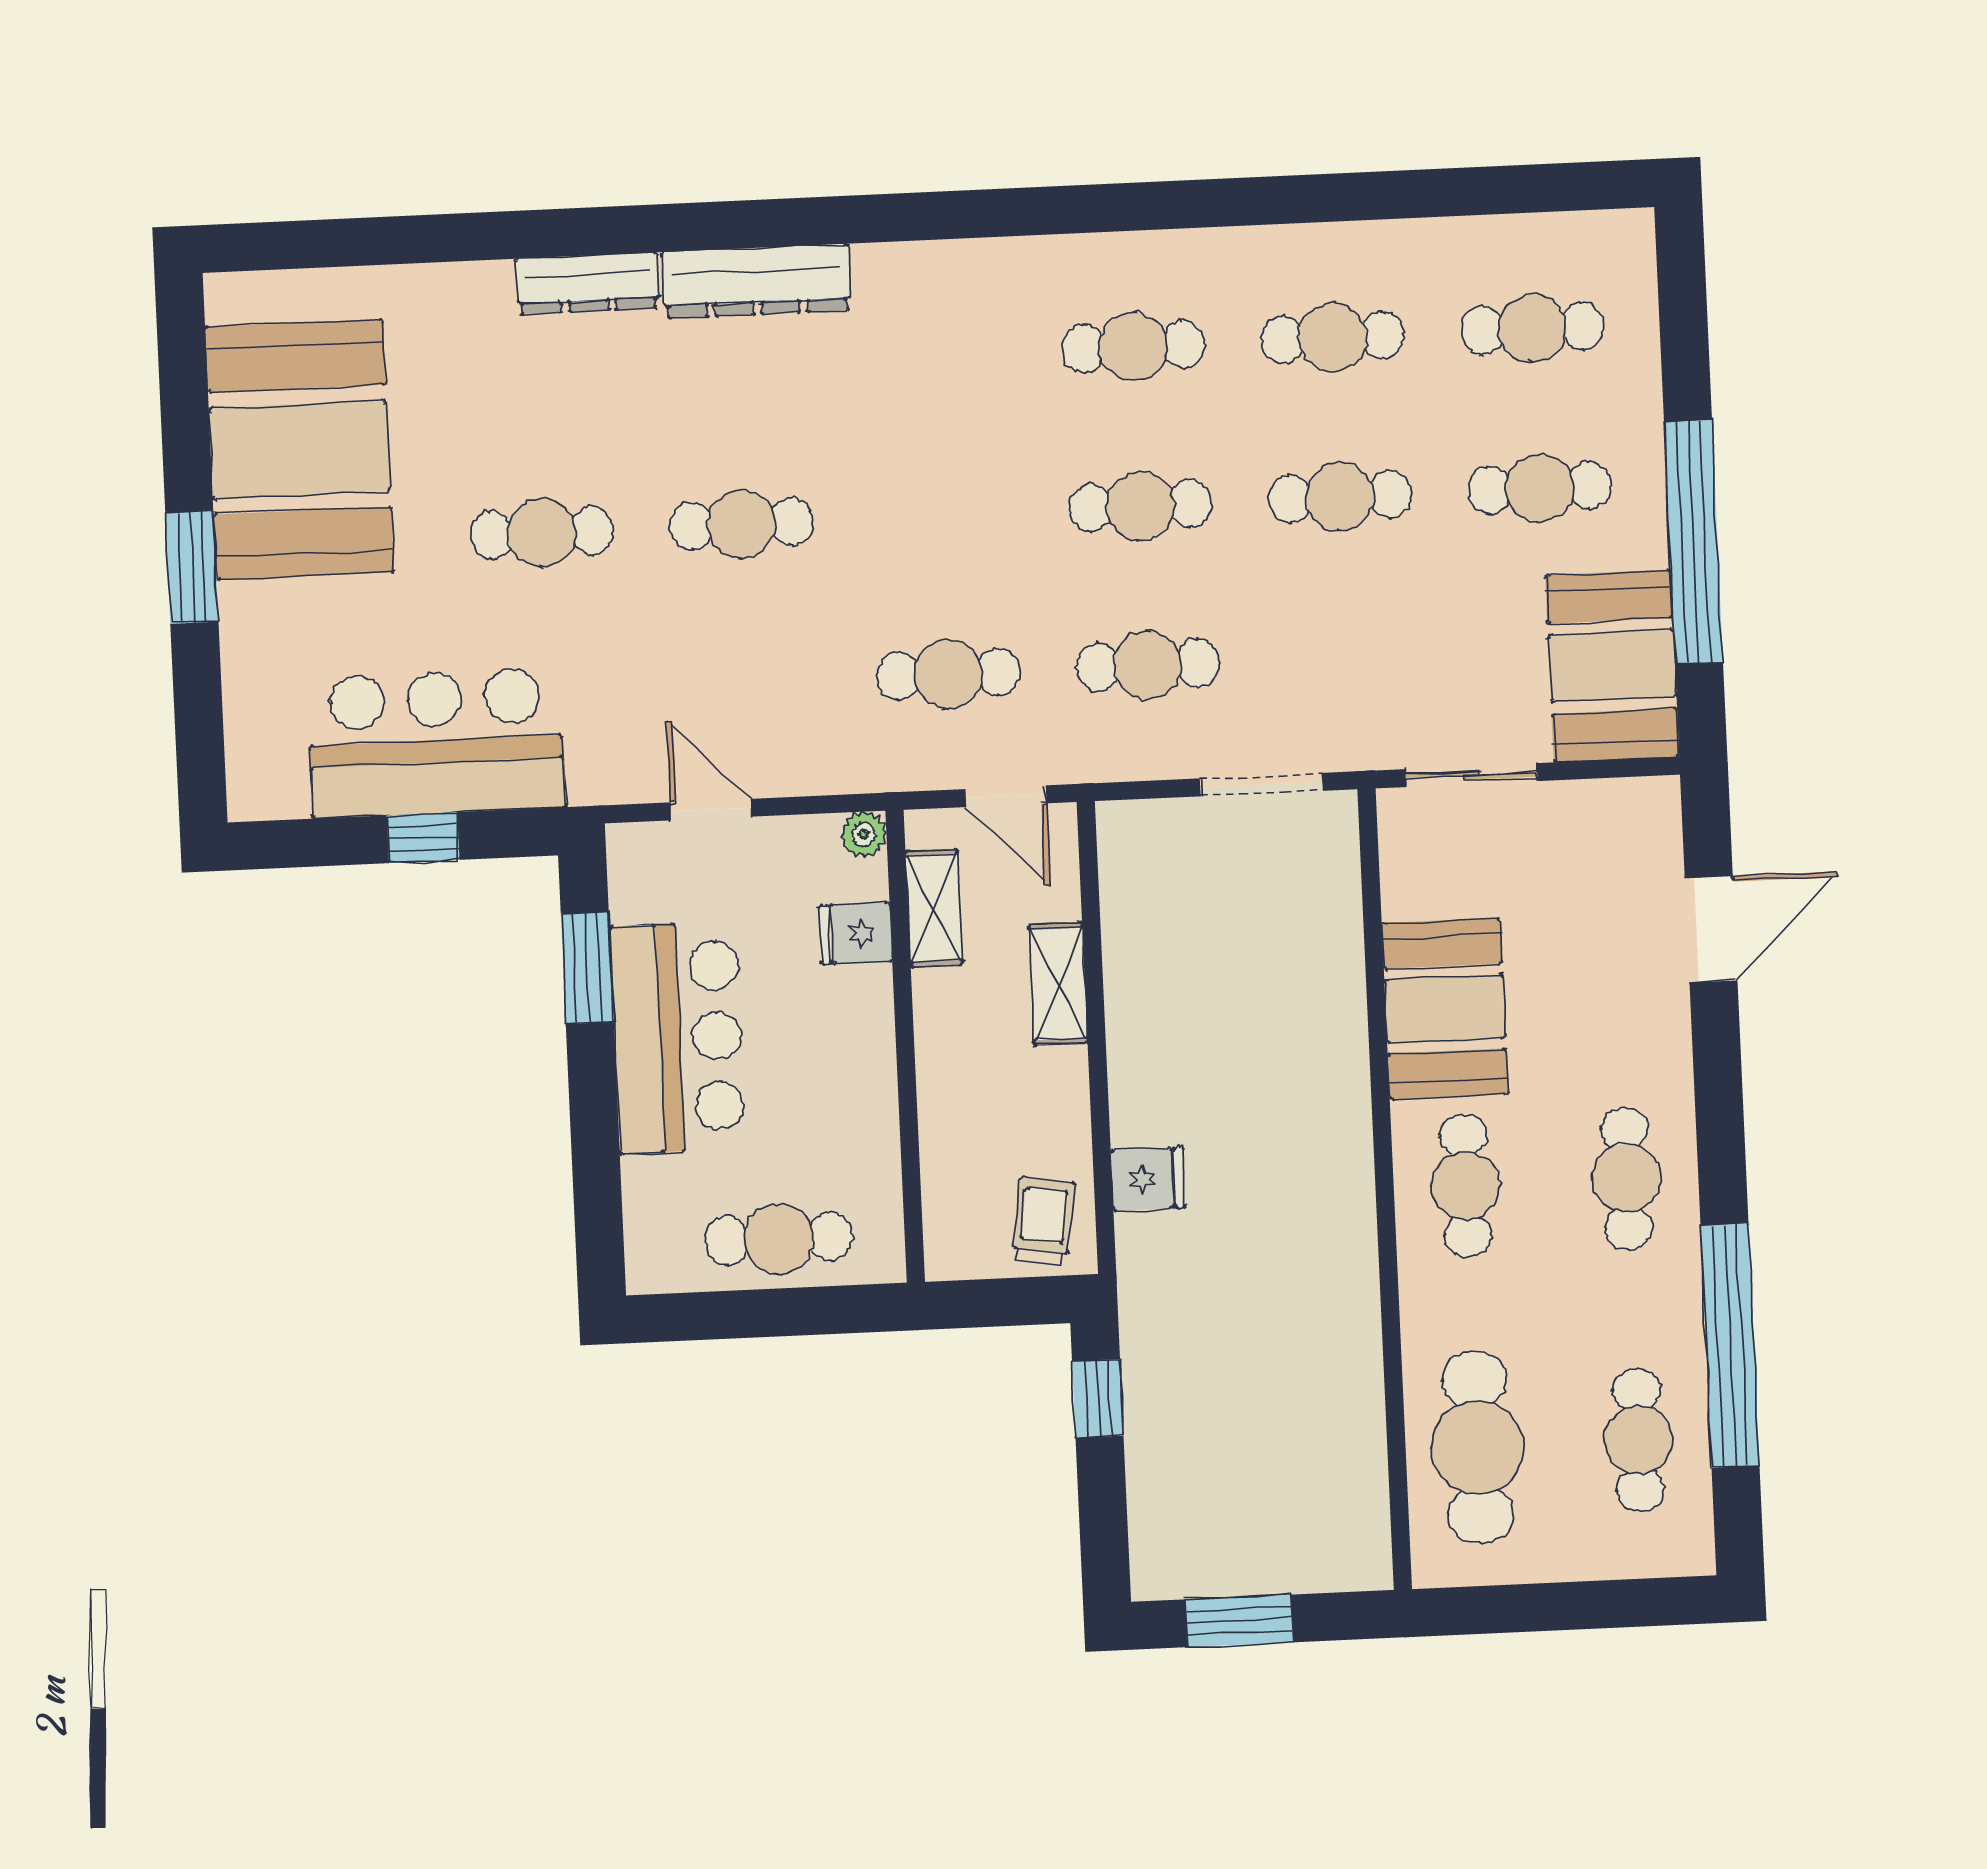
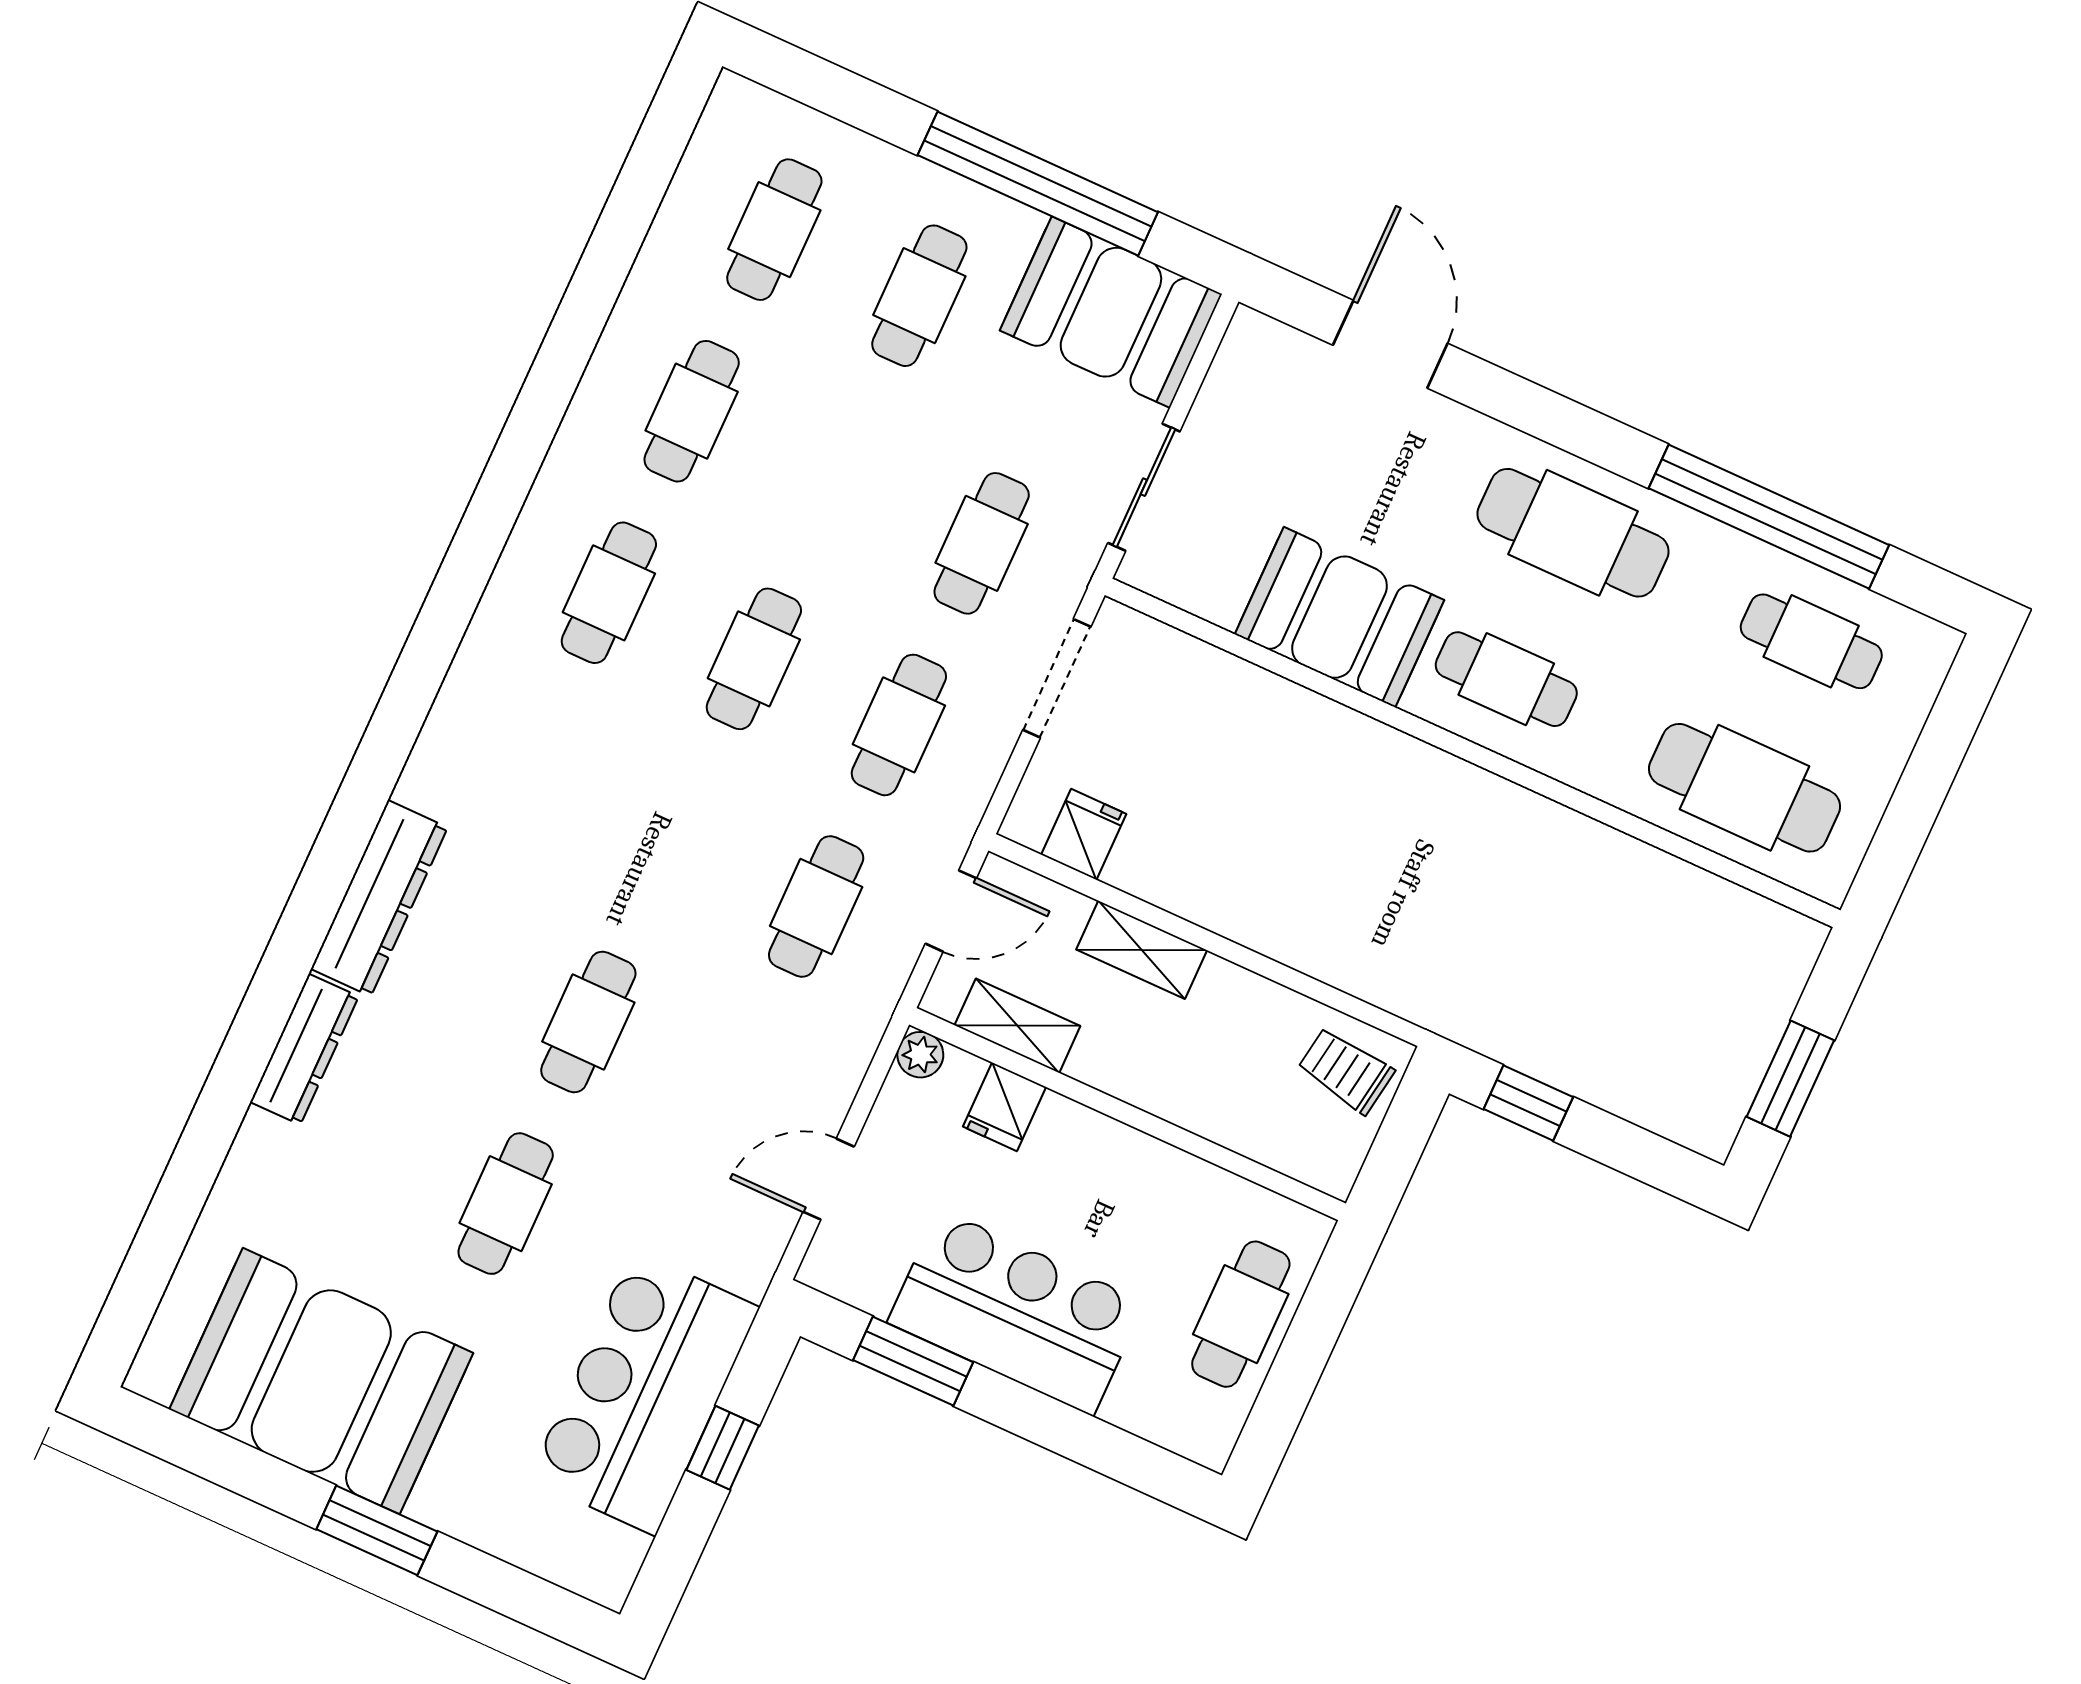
cafe table: (1340, 497) -> (982, 543), moved
cafe table: (1626, 1178) -> (1573, 533), width x1.37, depth x1.35
fridge: (1148, 1179) -> (1084, 834), moved

